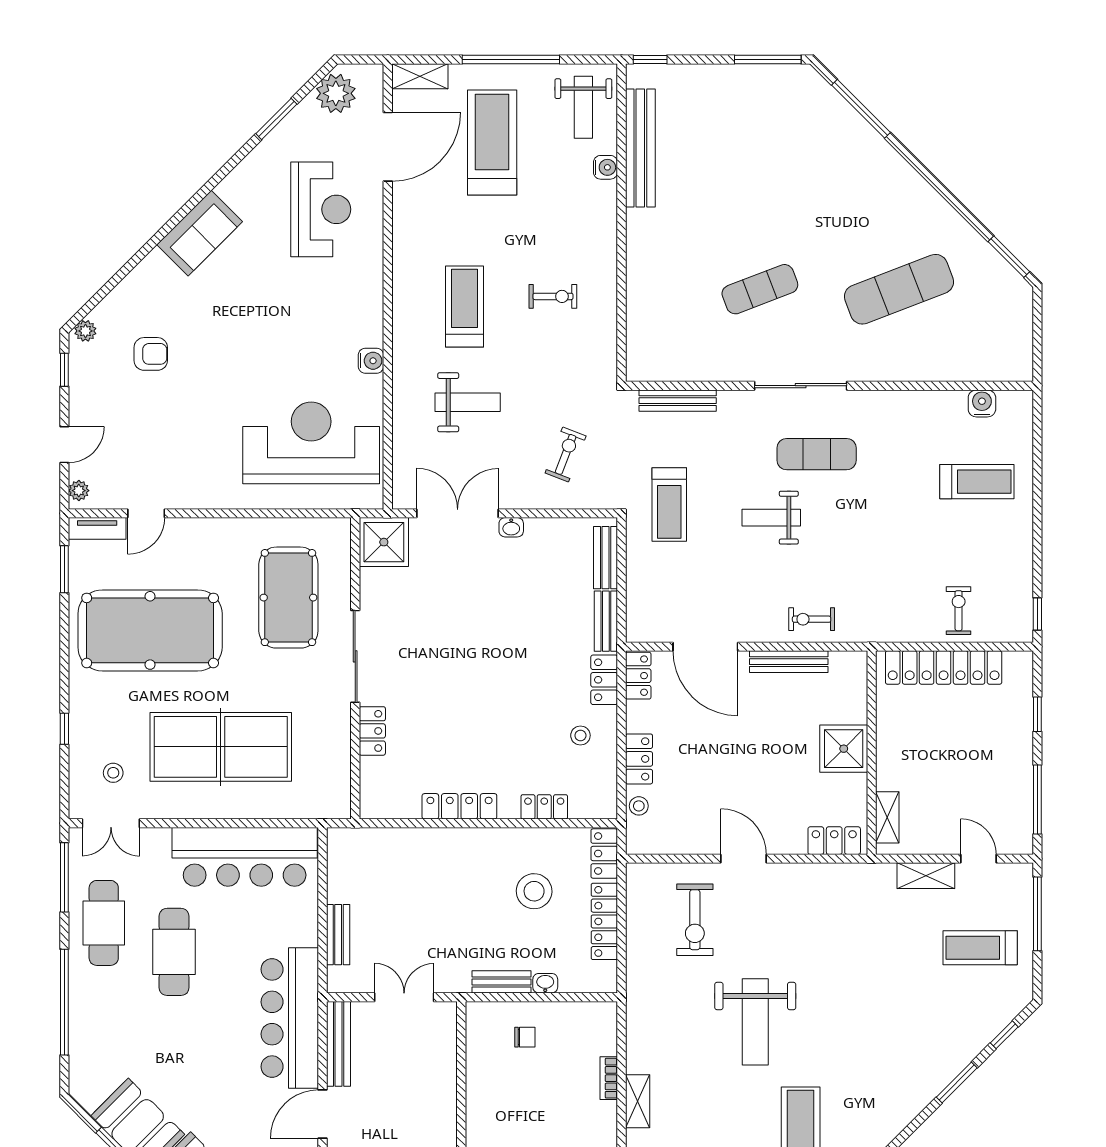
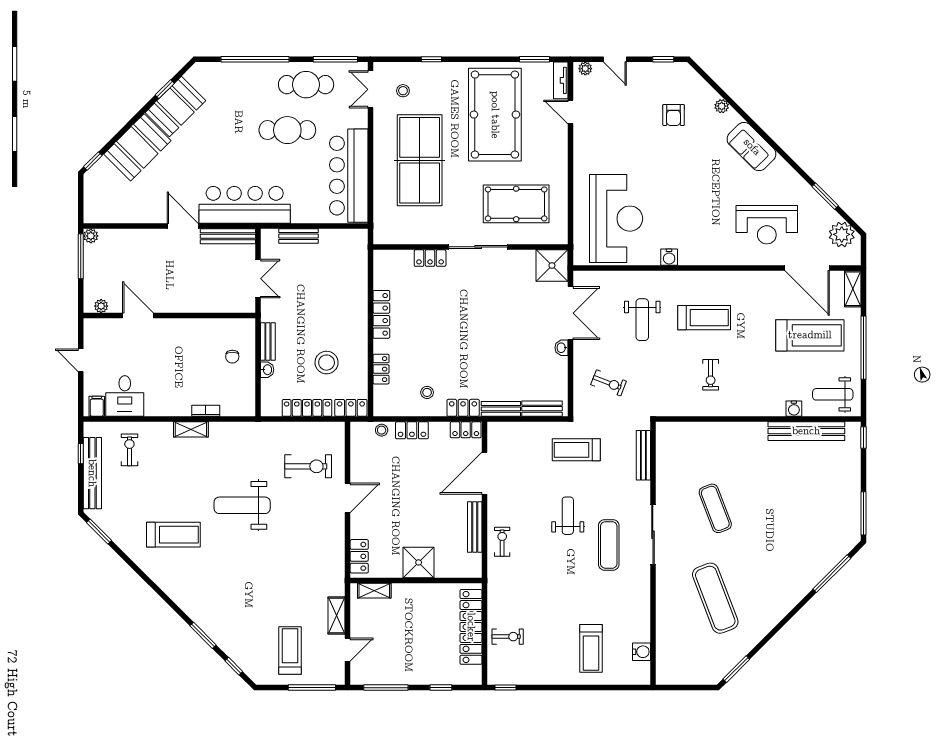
plant: (85, 331) -> (722, 106), moved
exercise bike: (695, 920) -> (308, 466), turned 180

